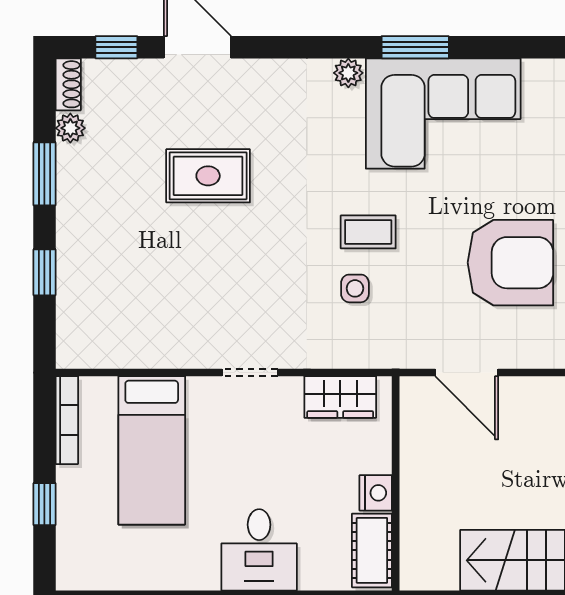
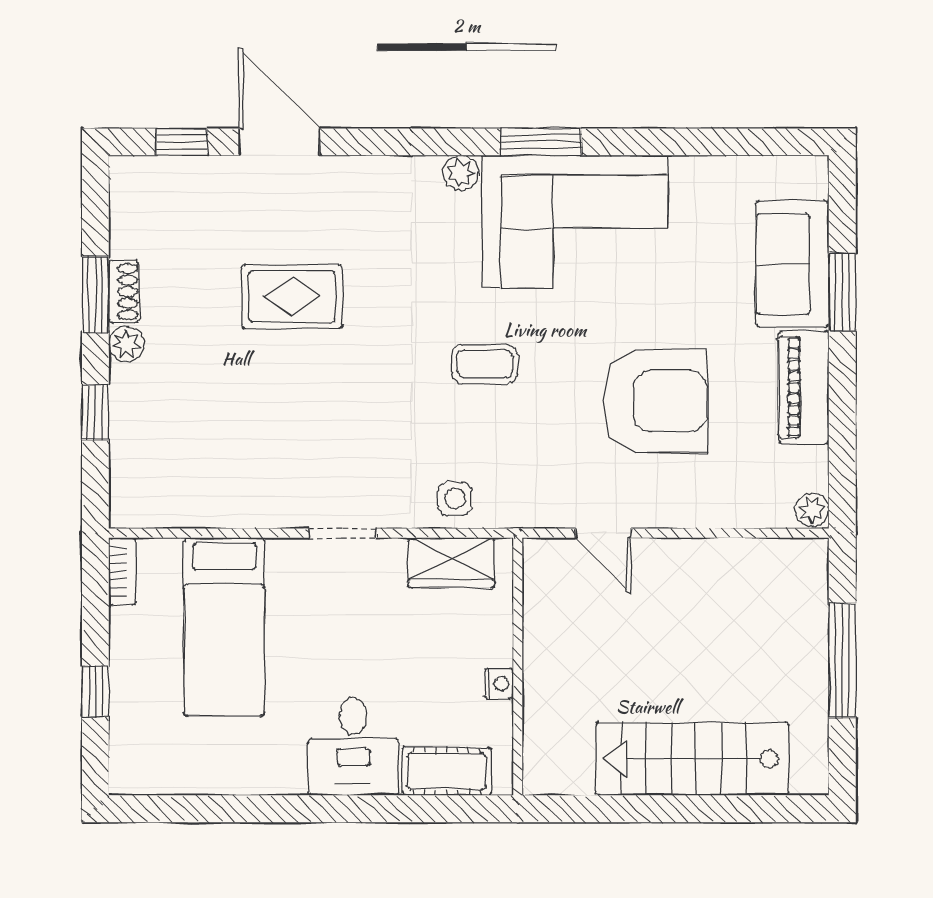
shoe rack: (68, 84) -> (124, 292), moved
plant: (70, 128) -> (126, 344), moved
side table: (355, 288) -> (455, 499), moved
door: (467, 373) -> (603, 533), width x0.73
bookcase: (67, 420) -> (122, 571), width x0.64
nightstand: (376, 493) -> (499, 684), width x0.72, depth x0.74
cot: (372, 550) -> (447, 771), moved, turned 90

